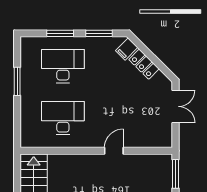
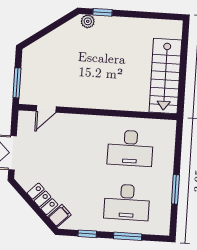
window: (99, 33) -> (87, 234), width x0.67
door: (114, 151) -> (46, 109), moved

